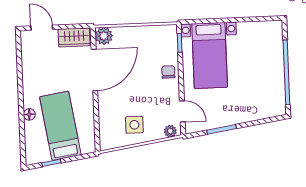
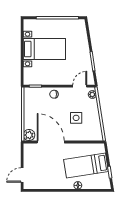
wardrobe: (74, 37) -> (29, 154), removed
bed with nightstands: (210, 55) -> (44, 49), moved
side table: (134, 125) -> (76, 118), moved

